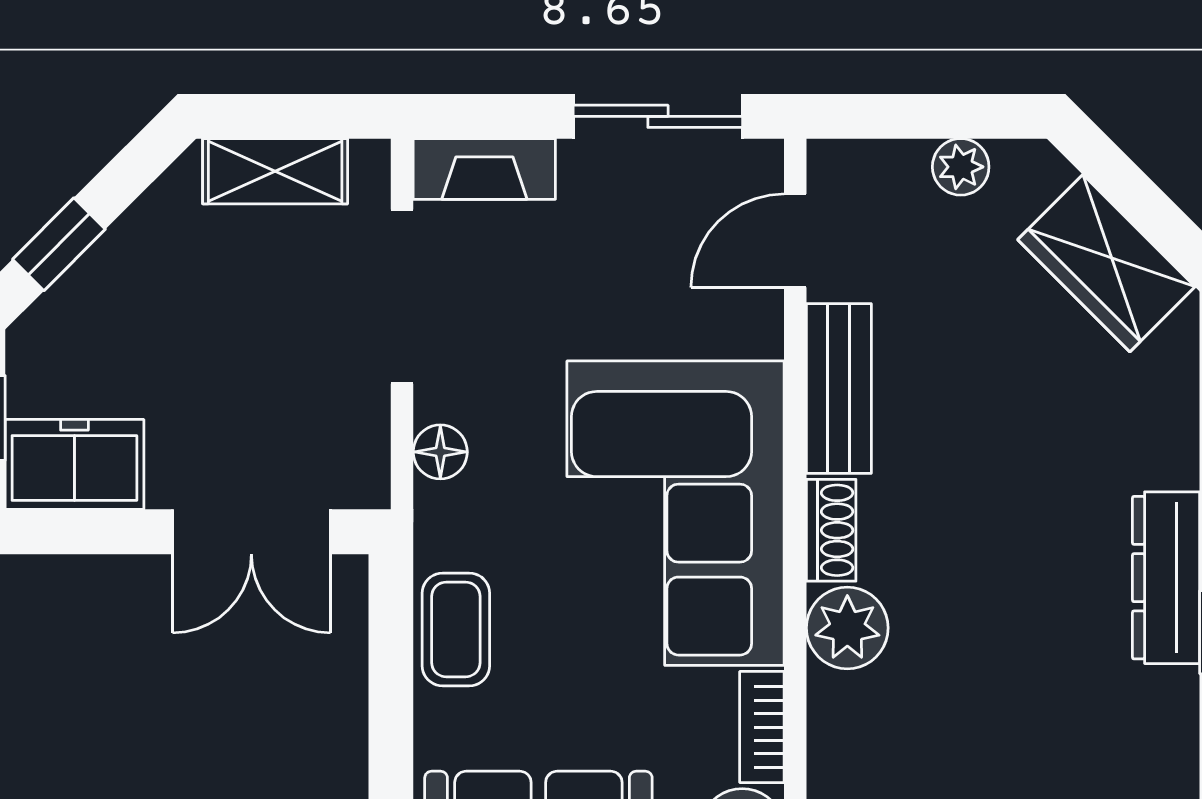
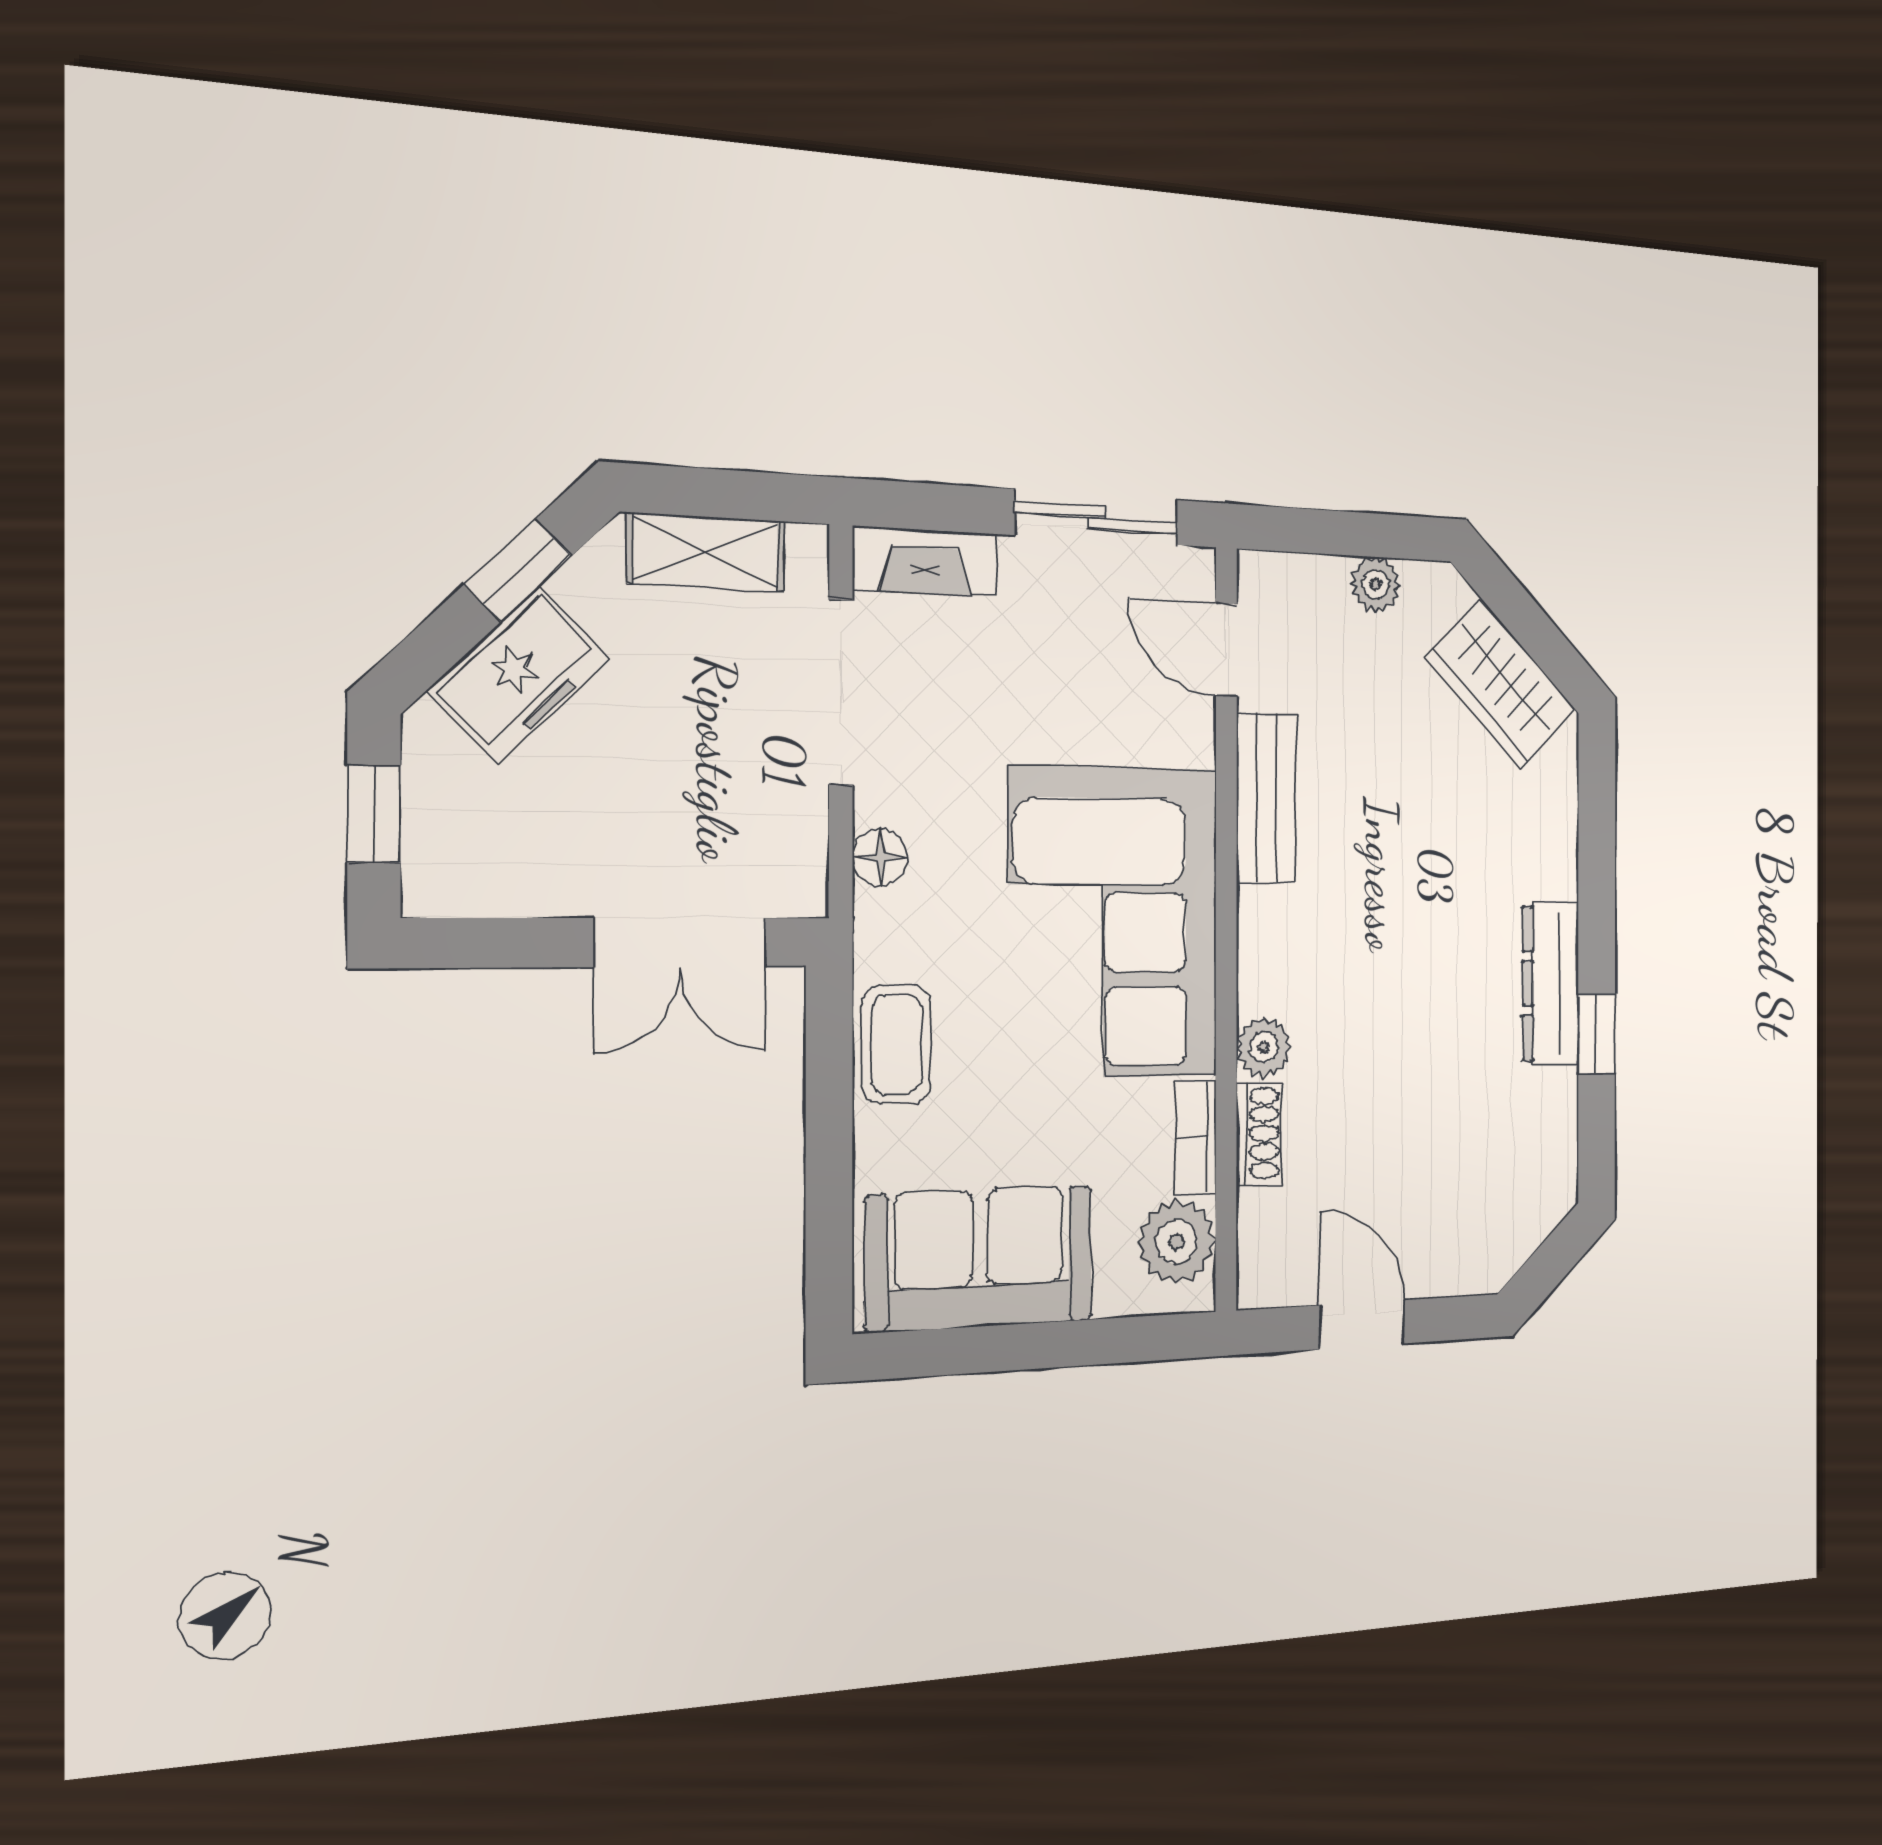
door: (795, 241) -> (1226, 650), hinge flipped
window: (59, 244) -> (518, 571), moved
freezer: (74, 464) -> (519, 675), moved, turned 135
shoe rack: (831, 530) -> (1259, 1133), moved
plant: (847, 628) -> (1264, 1047), width x0.73, depth x0.73

